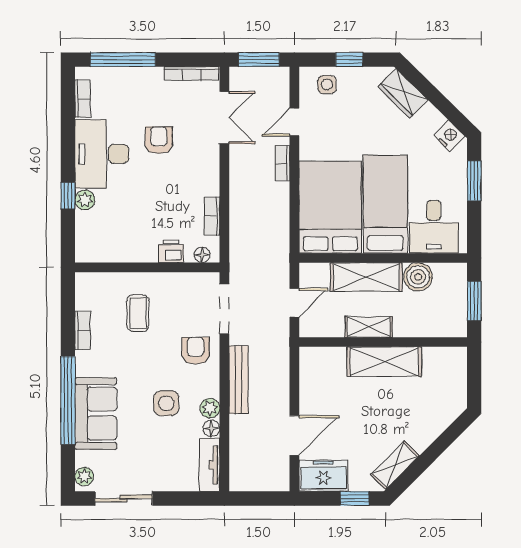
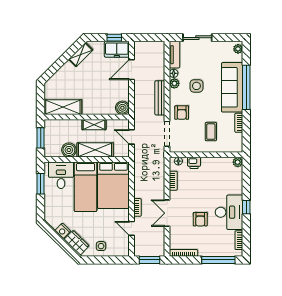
window: (349, 60) -> (104, 260), removed
side table: (327, 85) -> (101, 246), moved
double door: (224, 118) -> (167, 213), moved
door: (294, 122) -> (132, 228), swing flipped
nightstand: (449, 136) -> (63, 231), moved
window: (474, 181) -> (41, 184), moved
window: (68, 196) -> (246, 207), moved
plant: (85, 200) -> (238, 162), moved
door: (294, 303) -> (132, 137), hinge flipped
boiler: (312, 360) -> (122, 108), added
shelving: (384, 362) -> (63, 107), moved
sofa: (96, 413) -> (232, 87), width x1.36
sliding door: (124, 498) -> (197, 38), moved
window: (355, 498) -> (114, 38), moved

